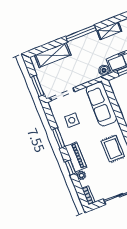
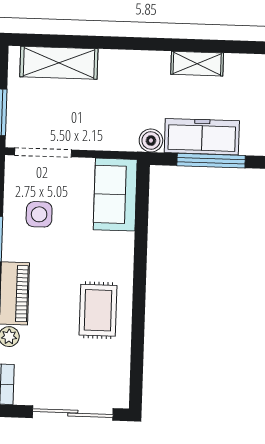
window: (81, 33) -> (137, 44), removed
sofa: (101, 104) -> (115, 195), width x0.73

